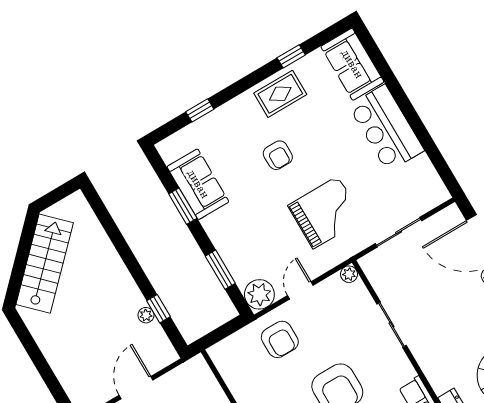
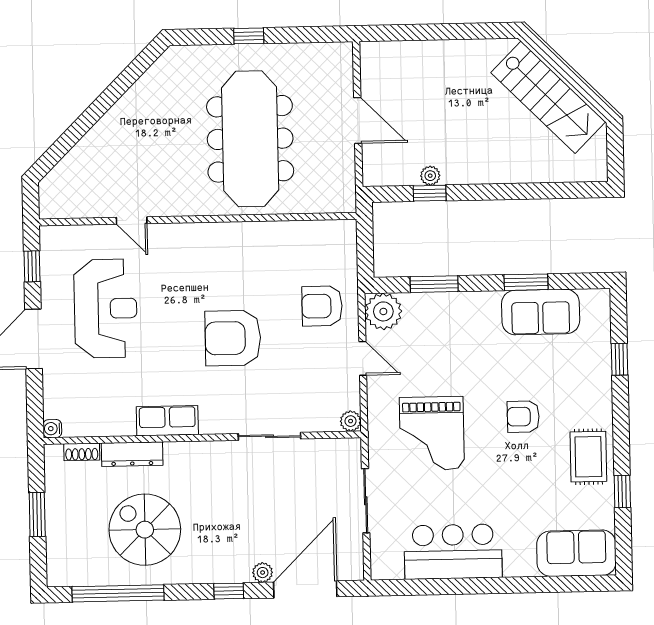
bar counter: (386, 128) -> (453, 552), moved

